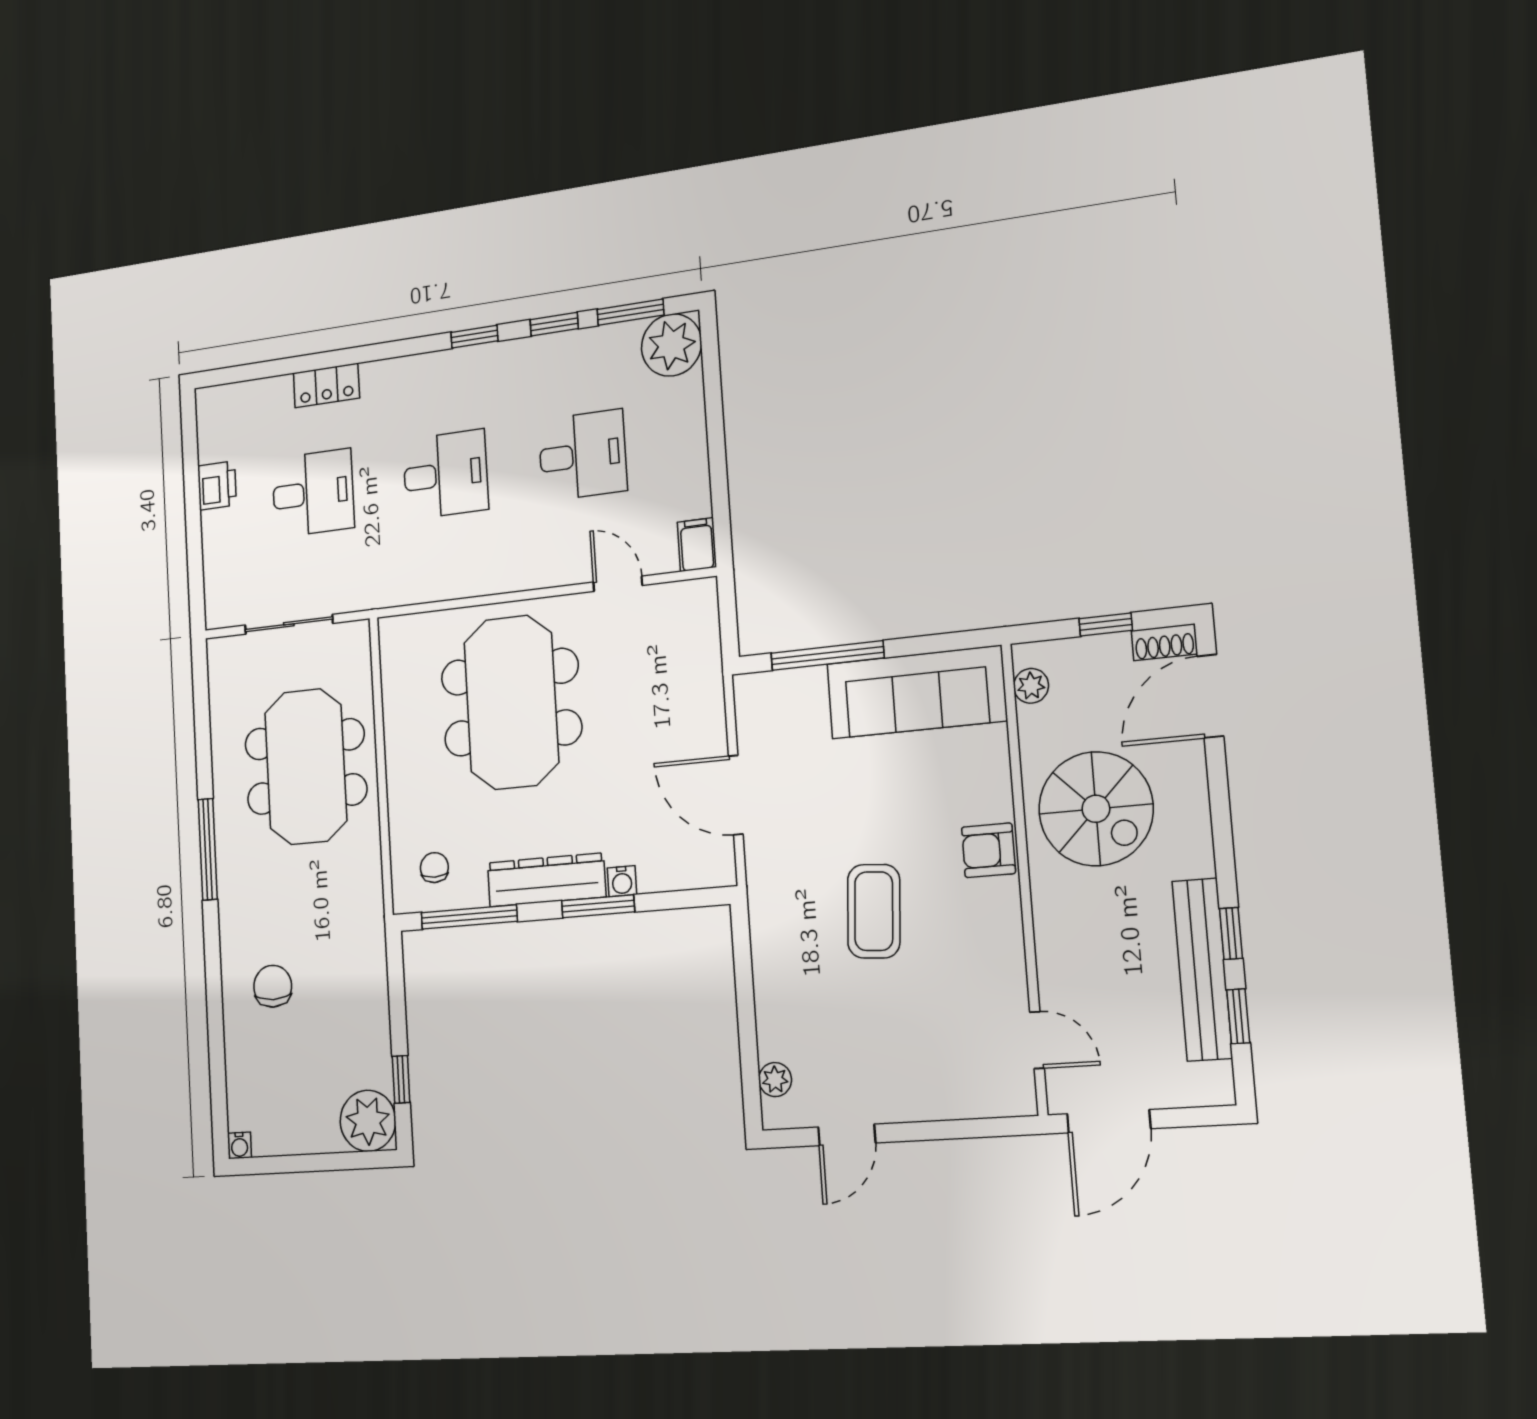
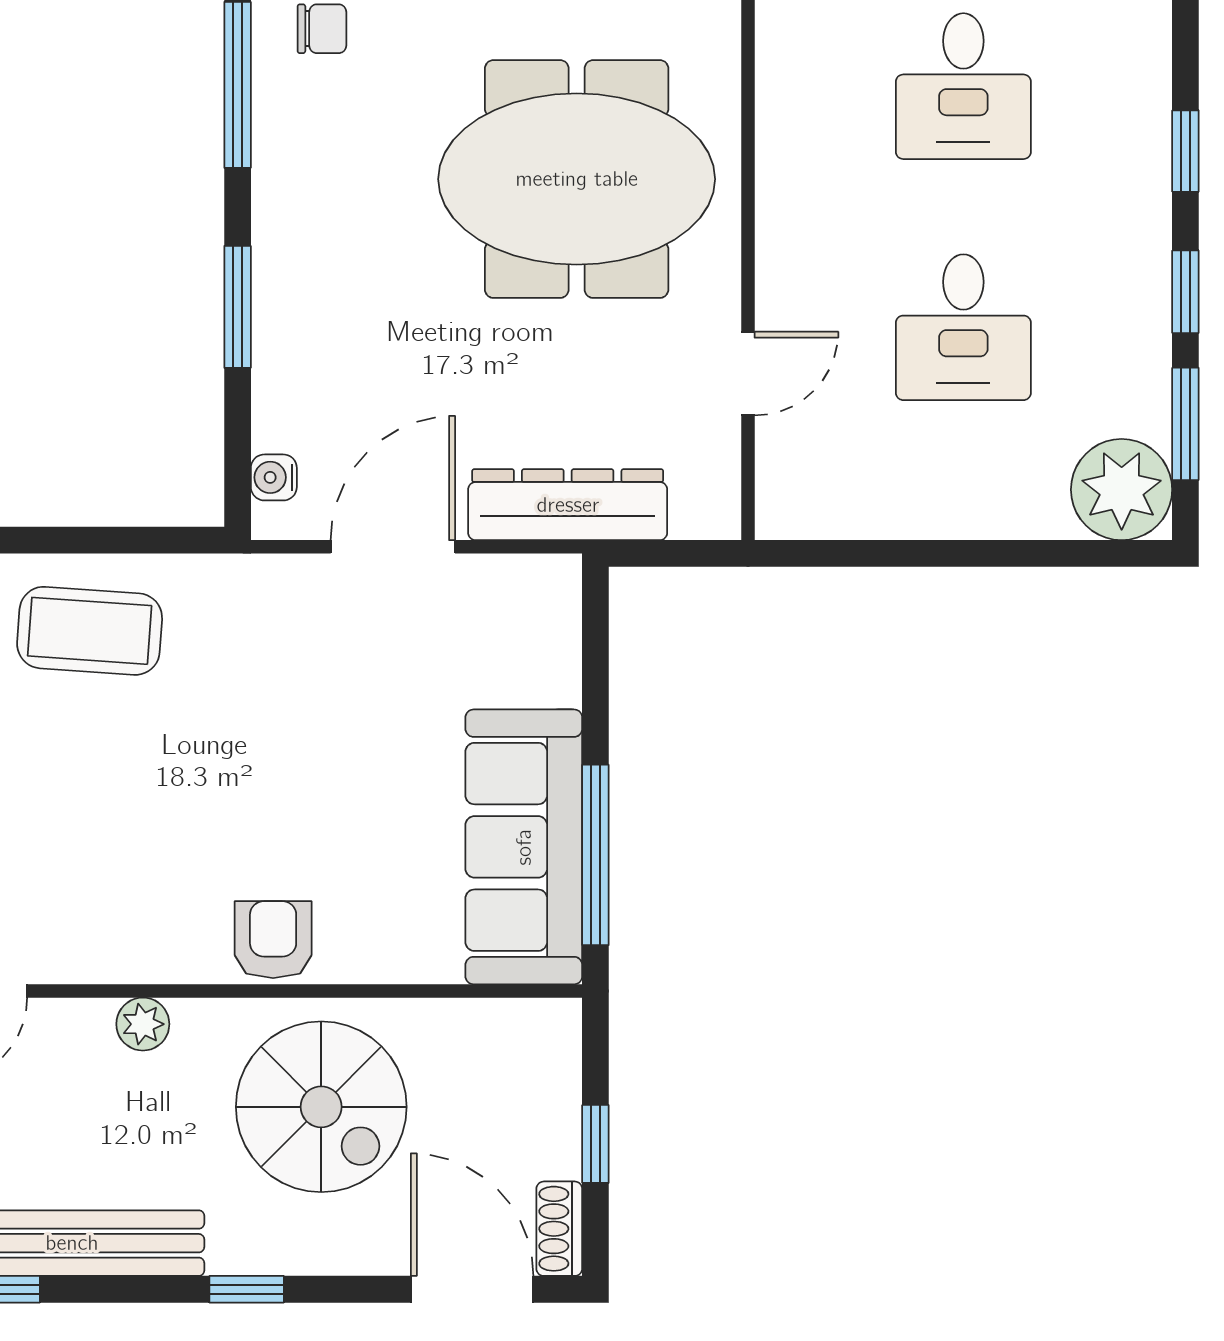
filing cabinet: (697, 545) -> (795, 510), removed
window: (827, 655) -> (595, 855), moved
plant: (1031, 686) -> (143, 1024), moved
spiral stairs: (1096, 809) -> (321, 1107), turned -90
dresser: (546, 880) -> (568, 505), moved, turned -90
water cooler: (622, 881) -> (274, 477), moved
coffee table: (874, 911) -> (90, 631), moved
window: (1231, 934) -> (247, 1289), moved

